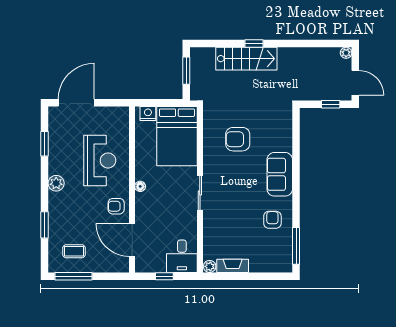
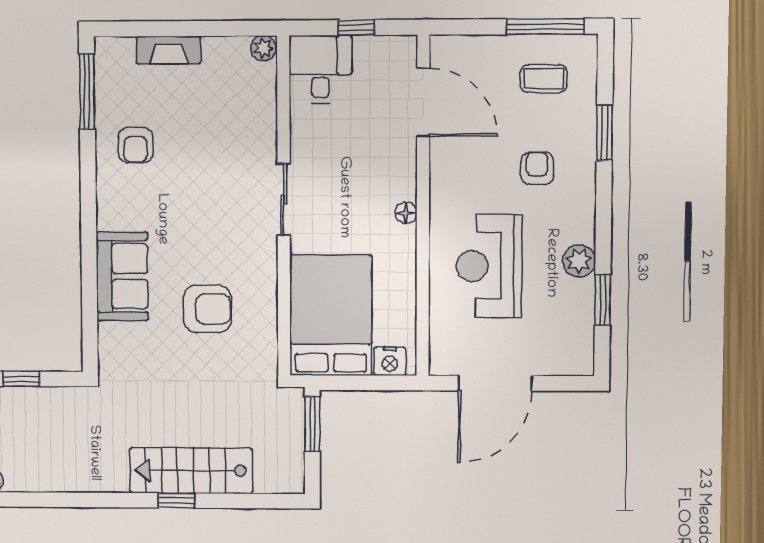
window: (186, 71) -> (312, 424), moved
door: (76, 103) -> (495, 383), moved
sofa: (280, 174) -> (122, 276), moved
plant: (56, 183) -> (579, 261), moved
armchair: (116, 206) -> (537, 168), moved, turned -90
fireplace: (233, 266) -> (168, 50), moved

